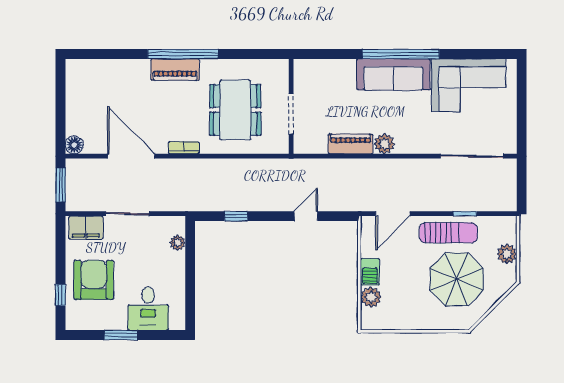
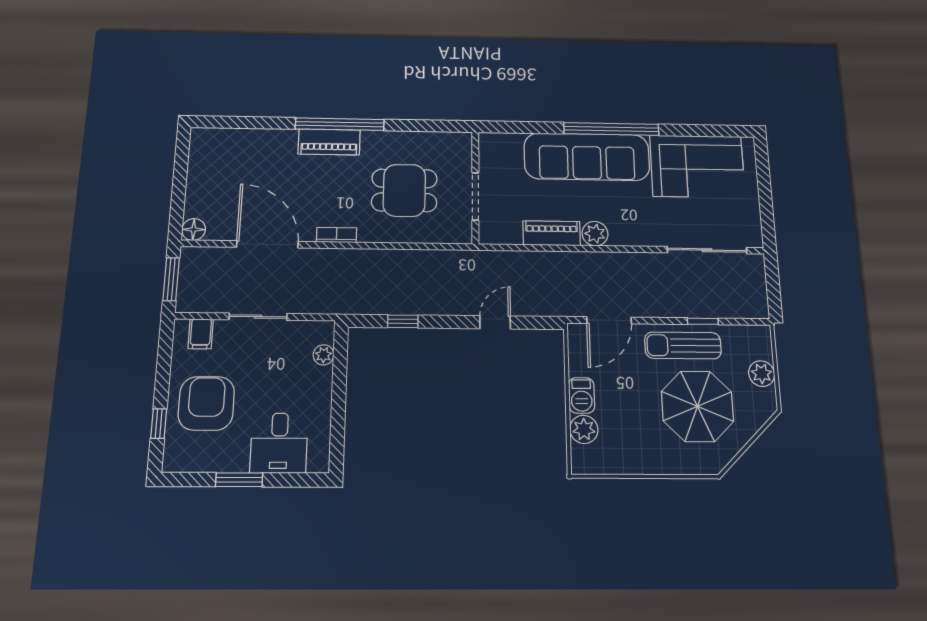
sofa: (393, 74) -> (587, 157), width x1.36, depth x1.27
dining table: (235, 110) -> (404, 190), width x0.73
filing cabinet: (86, 227) -> (201, 334), width x0.50
sun lounger: (448, 233) -> (683, 345), turned 180

